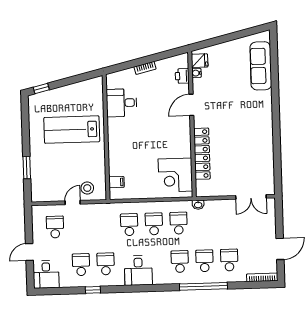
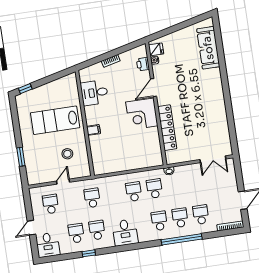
corner desk: (175, 175) -> (142, 114), moved
filing cabinet: (116, 182) -> (93, 130), moved
stool: (87, 188) -> (67, 154), moved
school desk: (129, 225) -> (92, 198), moved

